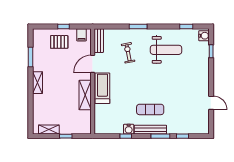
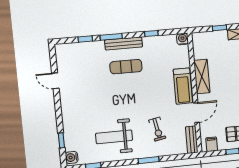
water cooler: (129, 129) -> (183, 39), moved

